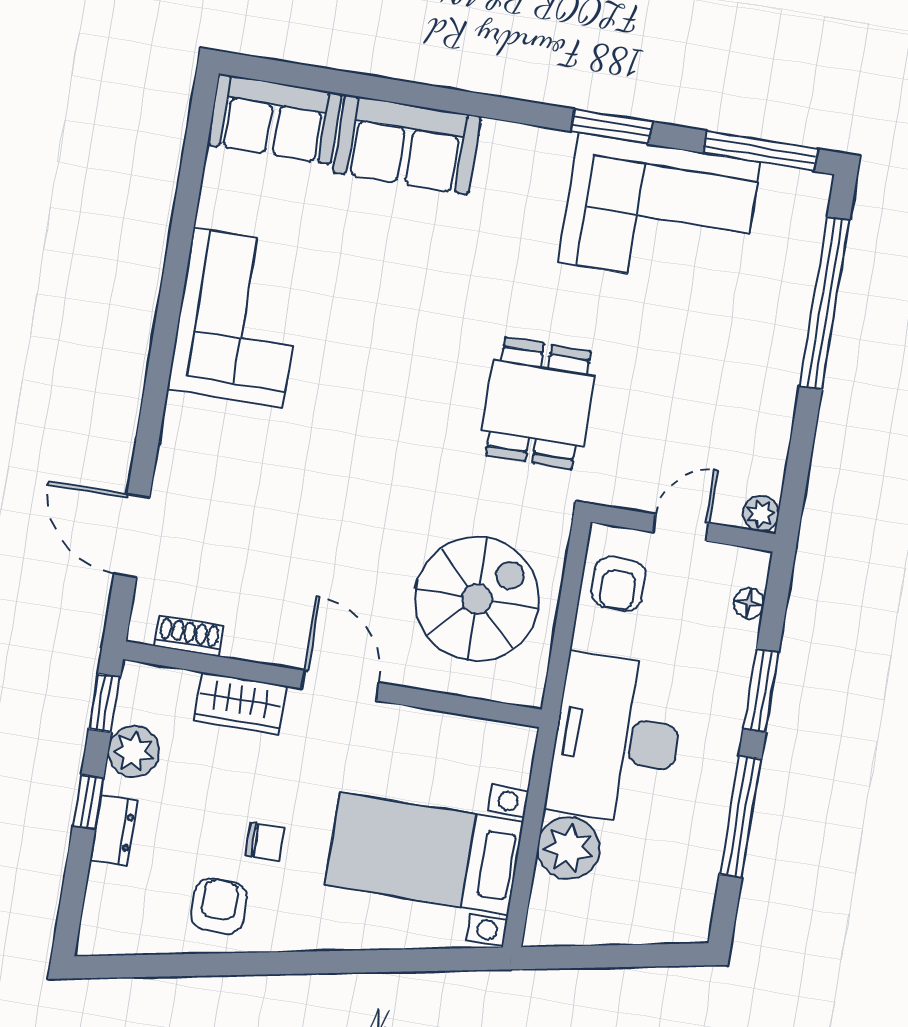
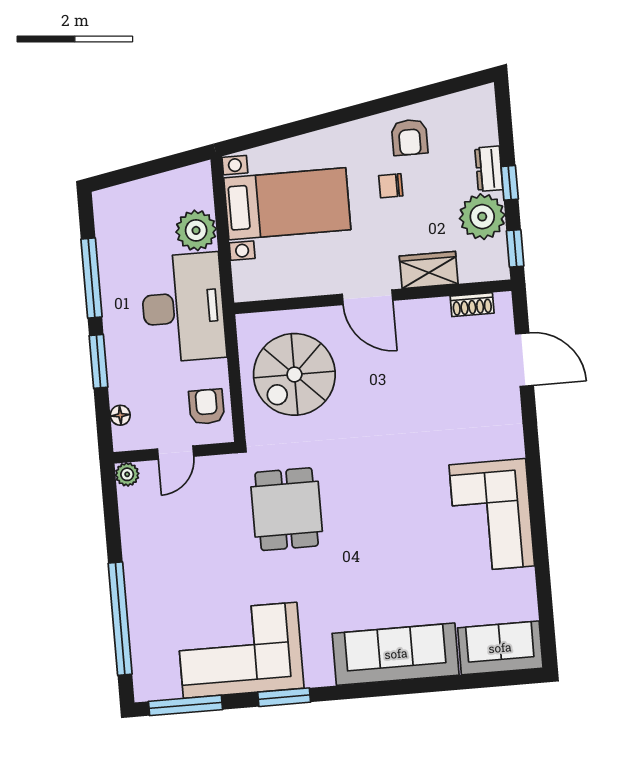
sofa: (407, 145) -> (396, 654), width x1.36
plant: (134, 751) -> (482, 217), width x1.36, depth x1.36

